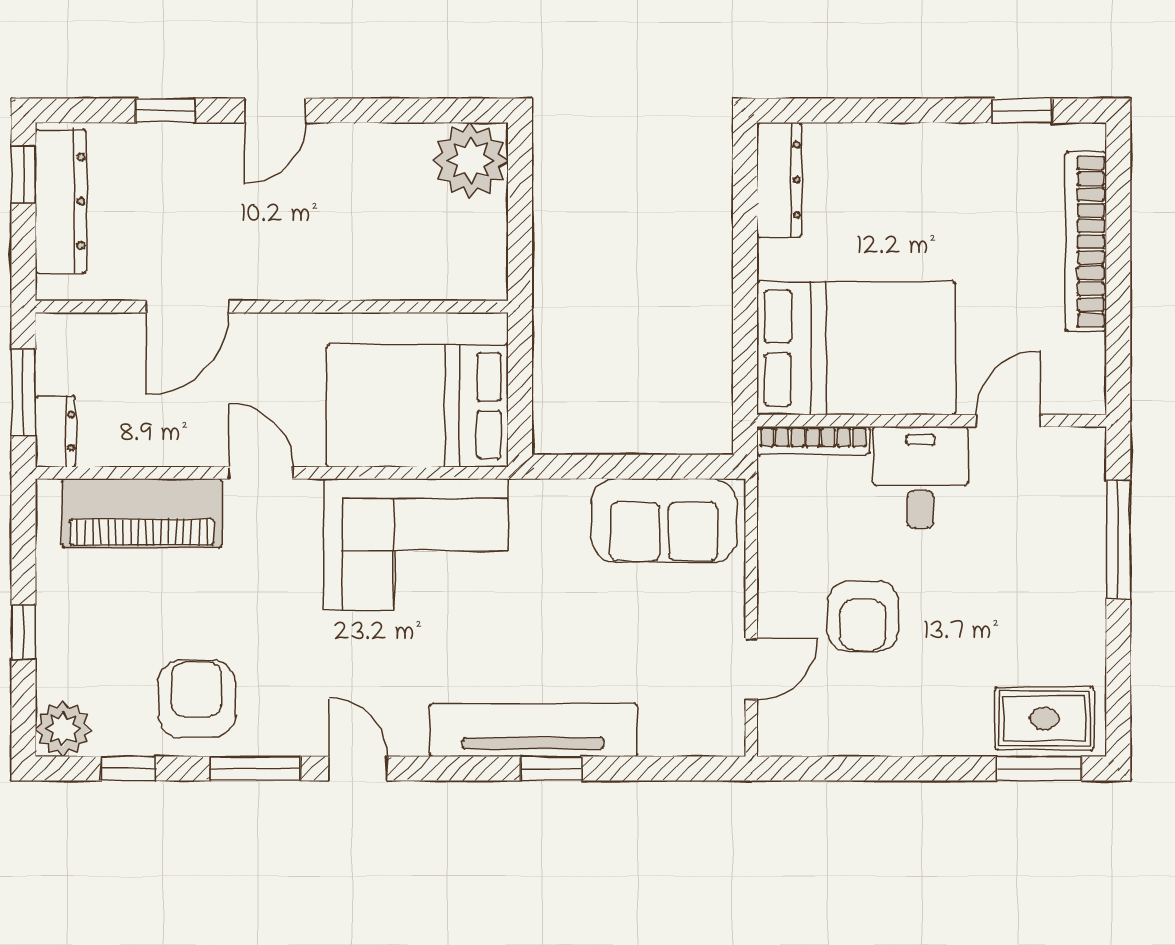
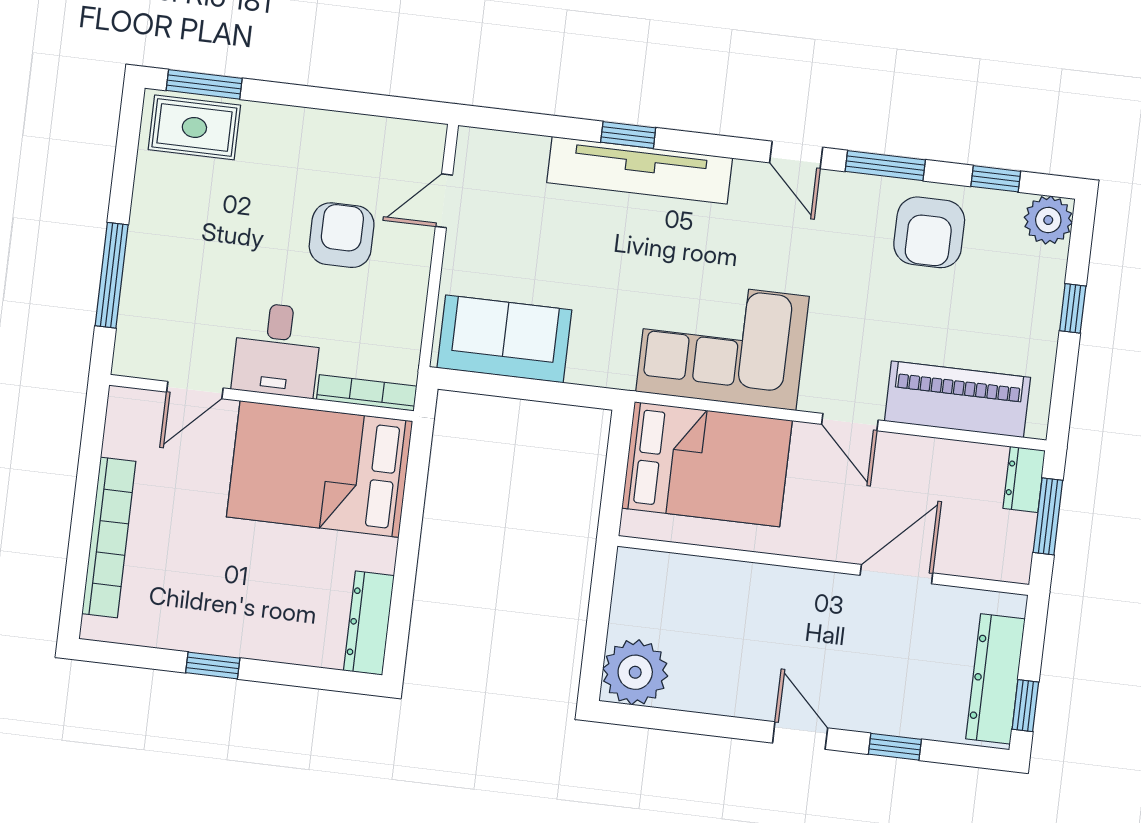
door: (275, 111) -> (800, 735), hinge flipped
window: (1022, 111) -> (213, 665), moved

